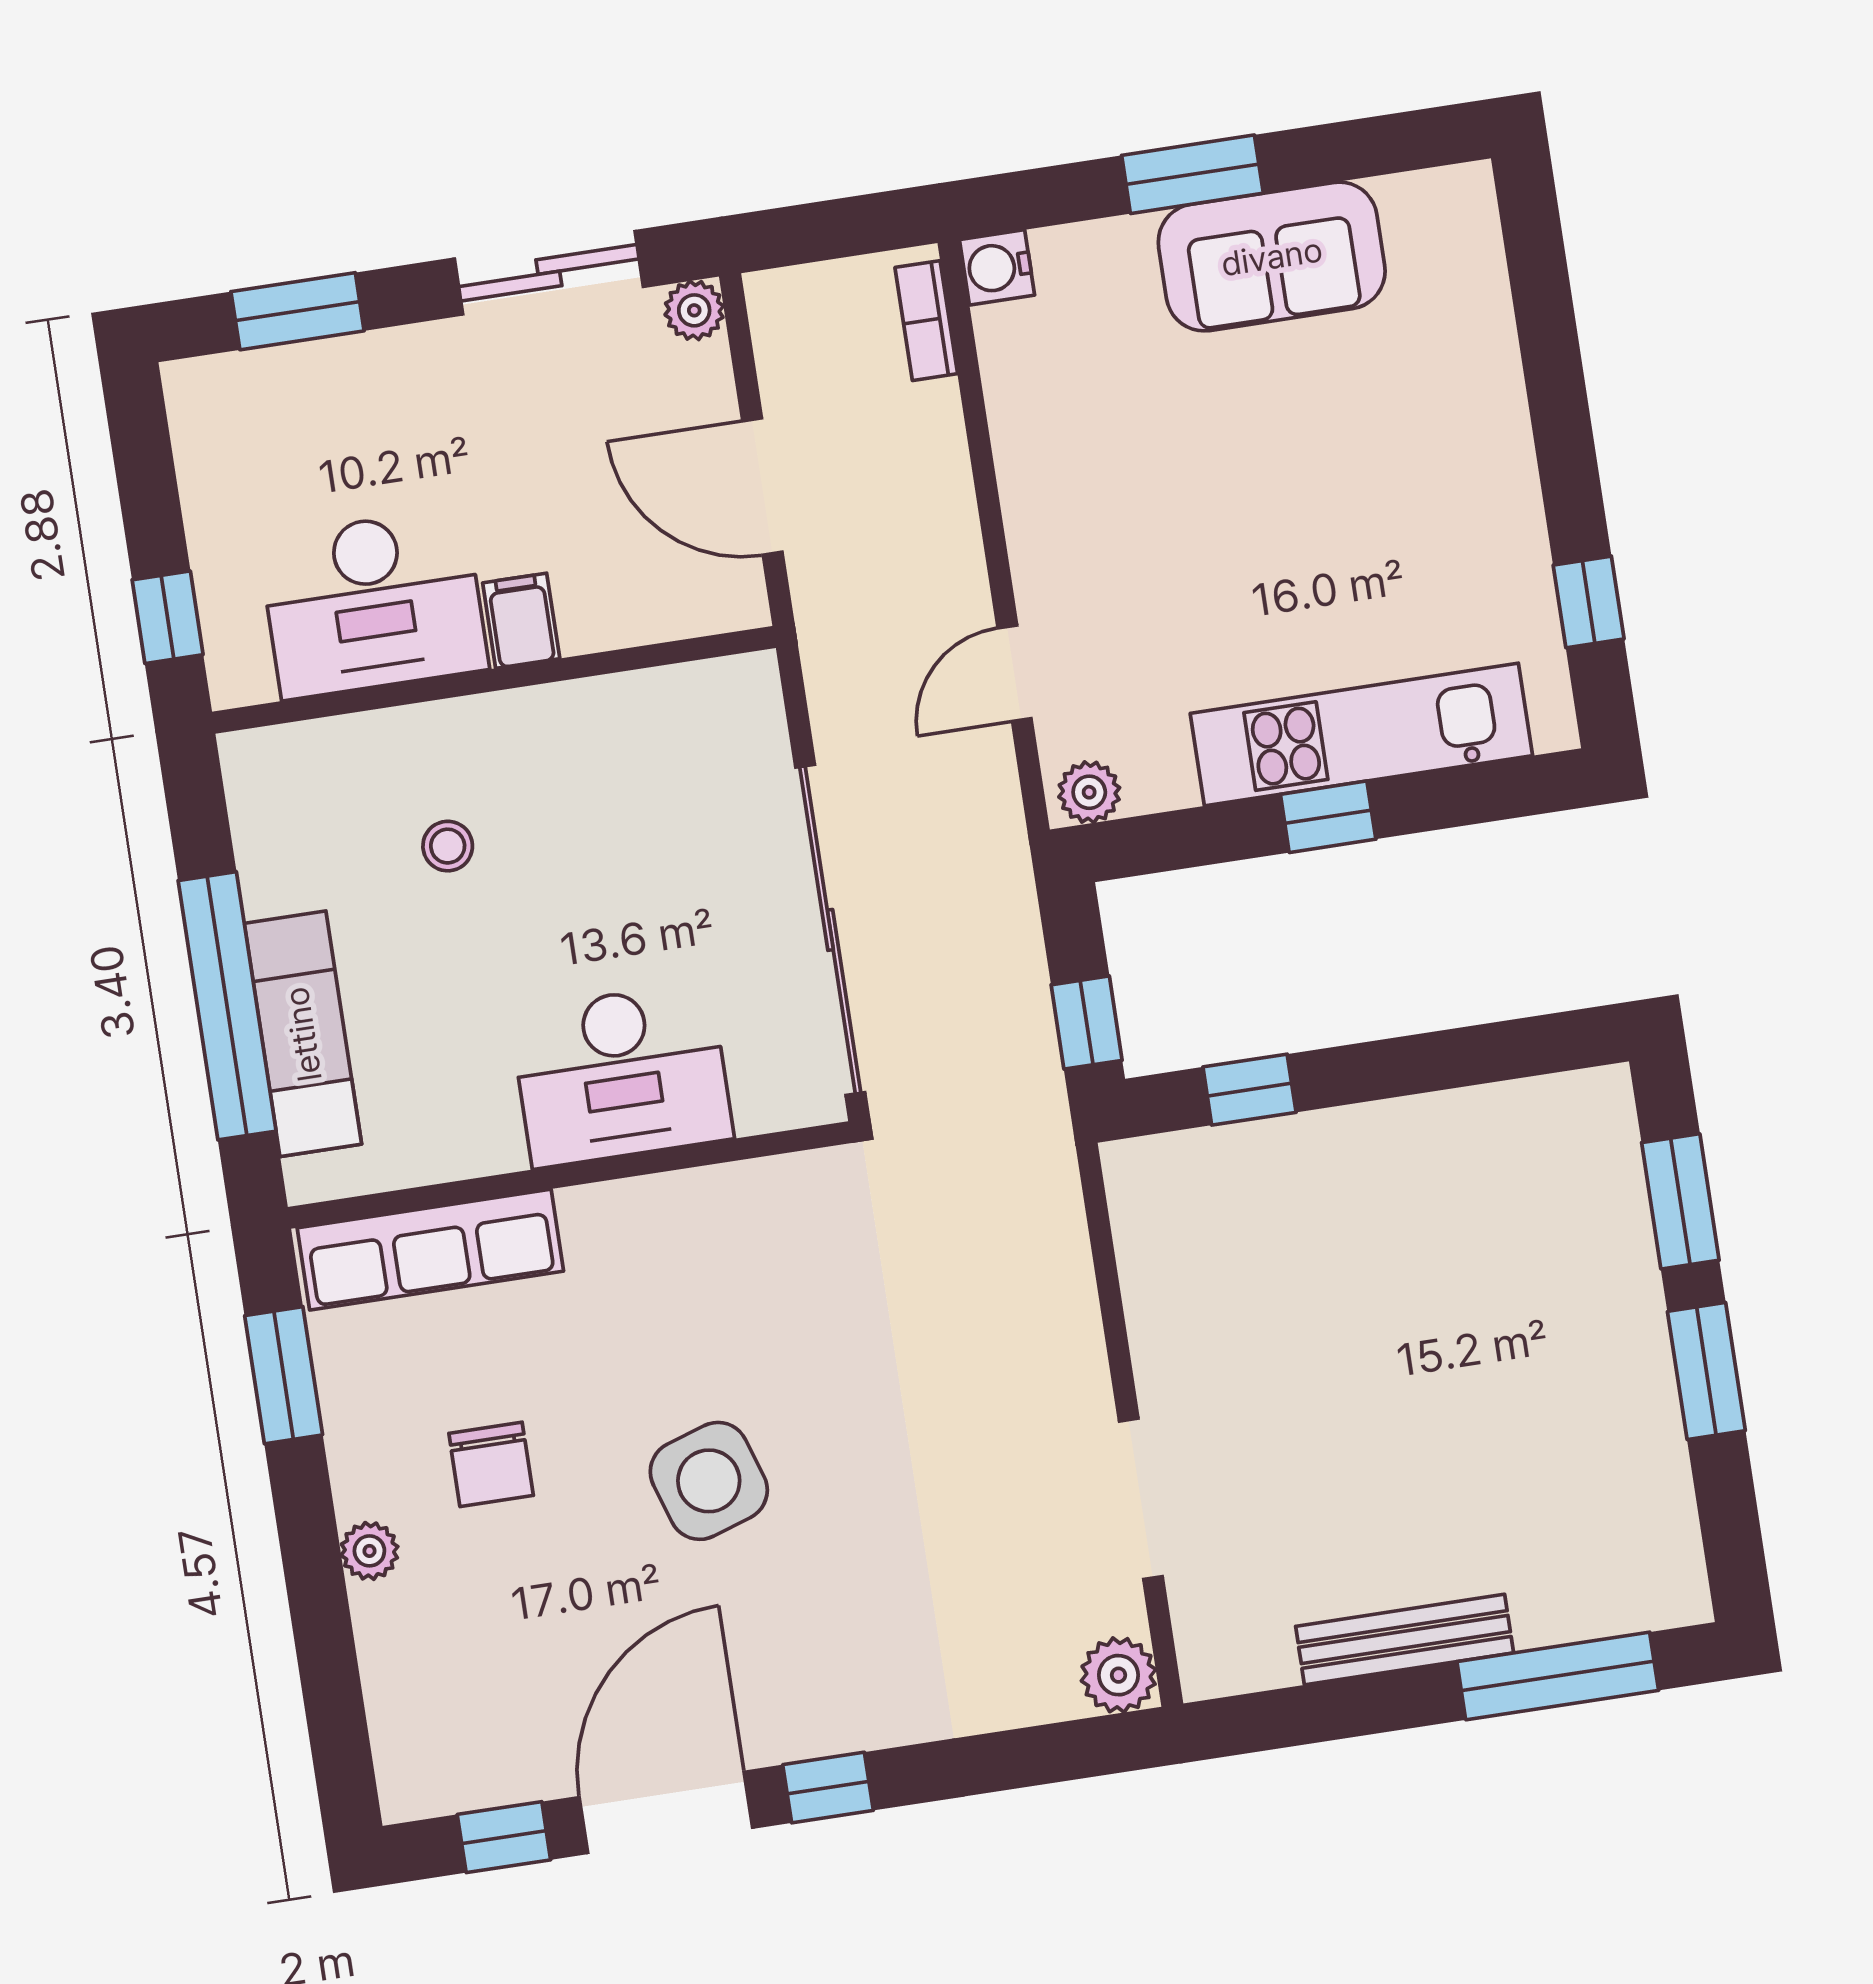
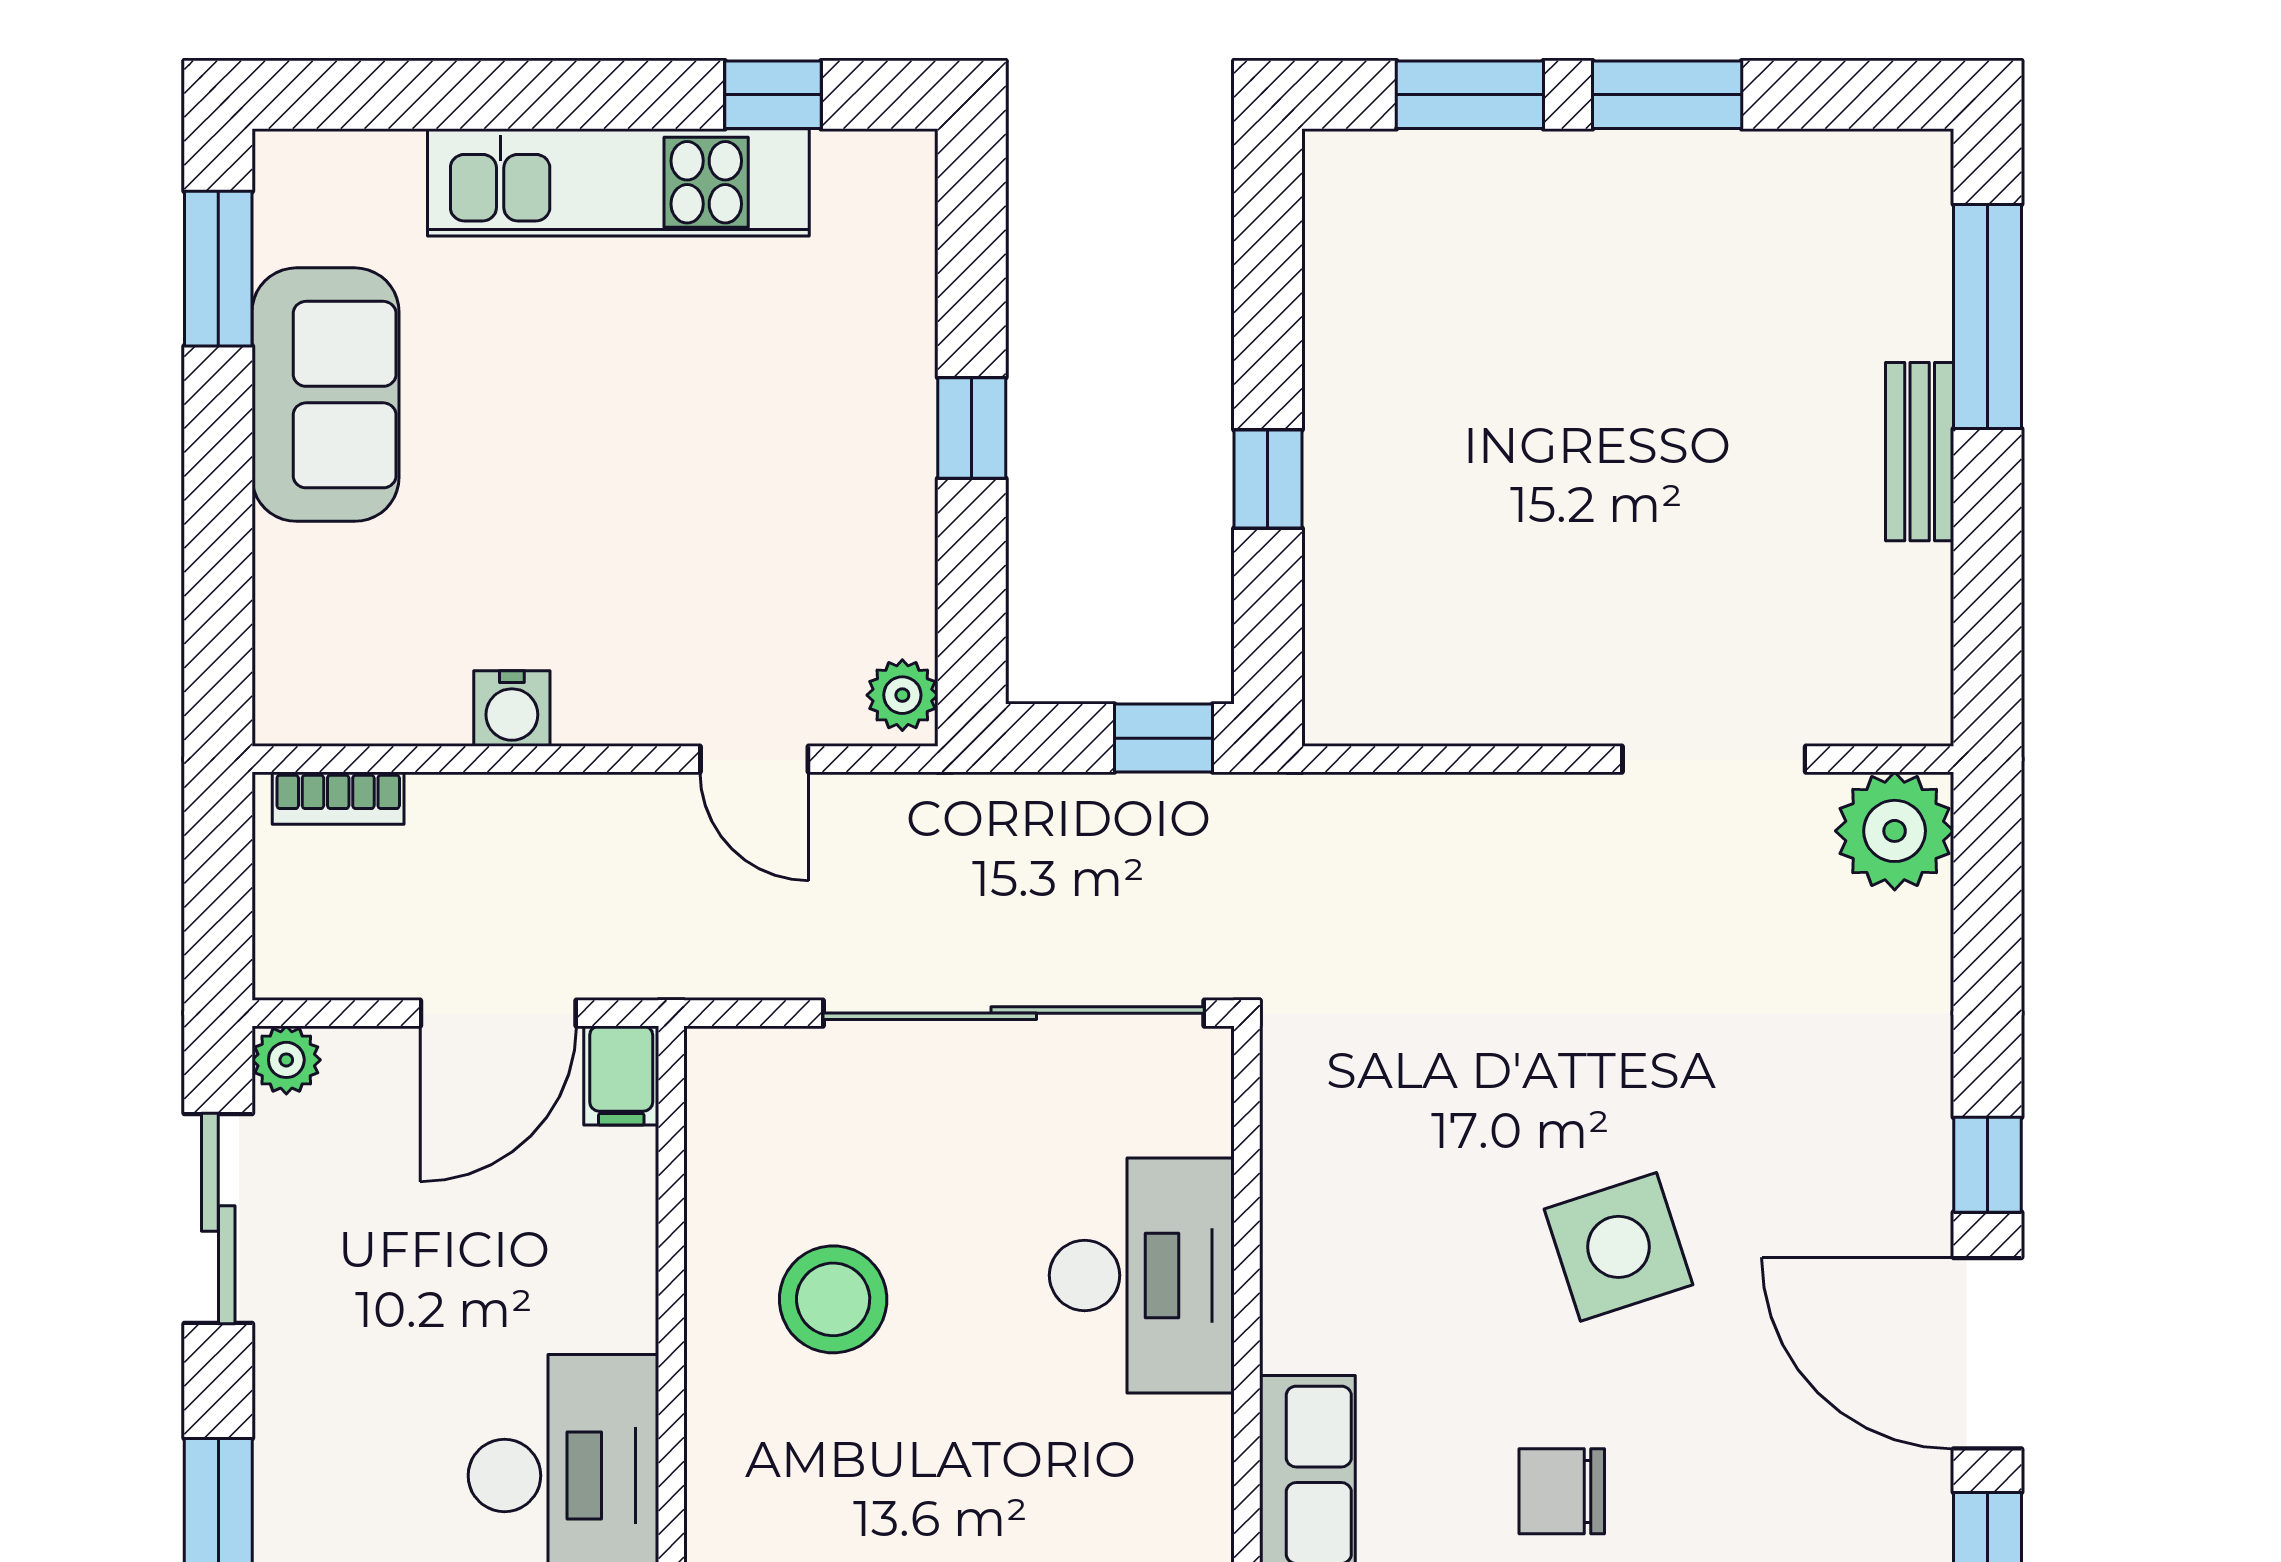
window: (1192, 174) -> (218, 269), moved
water cooler: (997, 267) -> (512, 708), moved
filing cabinet: (521, 621) -> (621, 1076), moved, turned -90
kitchen unit: (1361, 735) -> (618, 182), moved, turned -90
stool: (448, 846) -> (833, 1299), moved, width x1.89, depth x1.89
window: (1249, 1090) -> (1268, 479), moved
chair: (491, 1464) -> (1562, 1491), turned 180
bench: (1405, 1640) -> (1920, 452), width x0.73
plant: (1119, 1675) -> (1895, 831), width x1.36, depth x1.36

